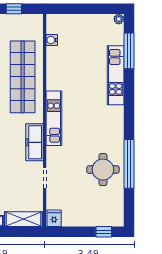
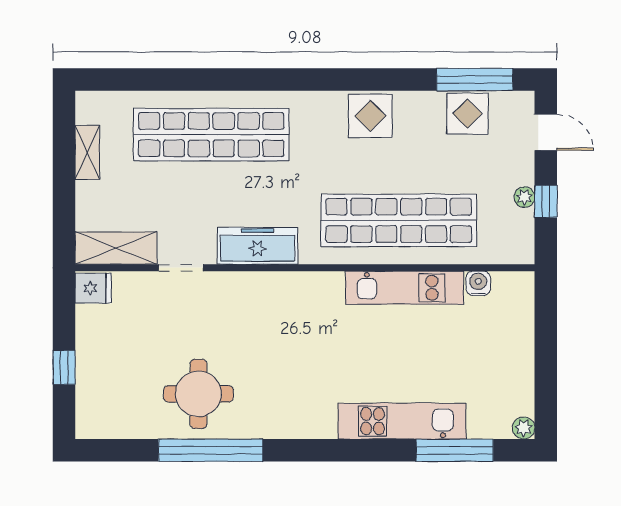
plant: (12, 19) -> (524, 197), added
kitchen unit: (54, 118) -> (405, 288), moved
shelving: (24, 219) -> (116, 248), moved, turned 90
window: (104, 232) -> (64, 367), moved

